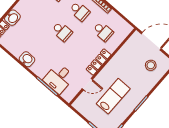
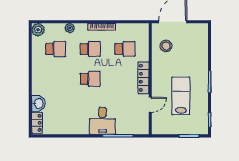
washbasin: (27, 59) -> (81, 128), removed
stool: (151, 65) -> (166, 46), moved
desk: (59, 78) -> (103, 121), moved

